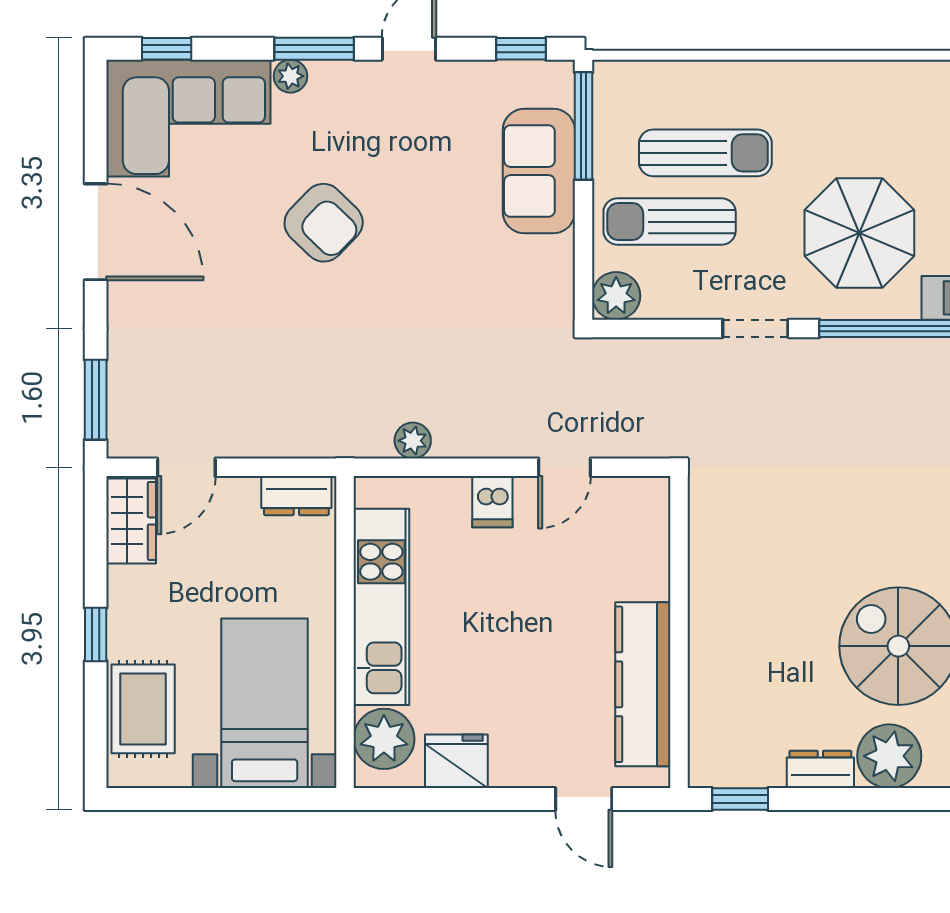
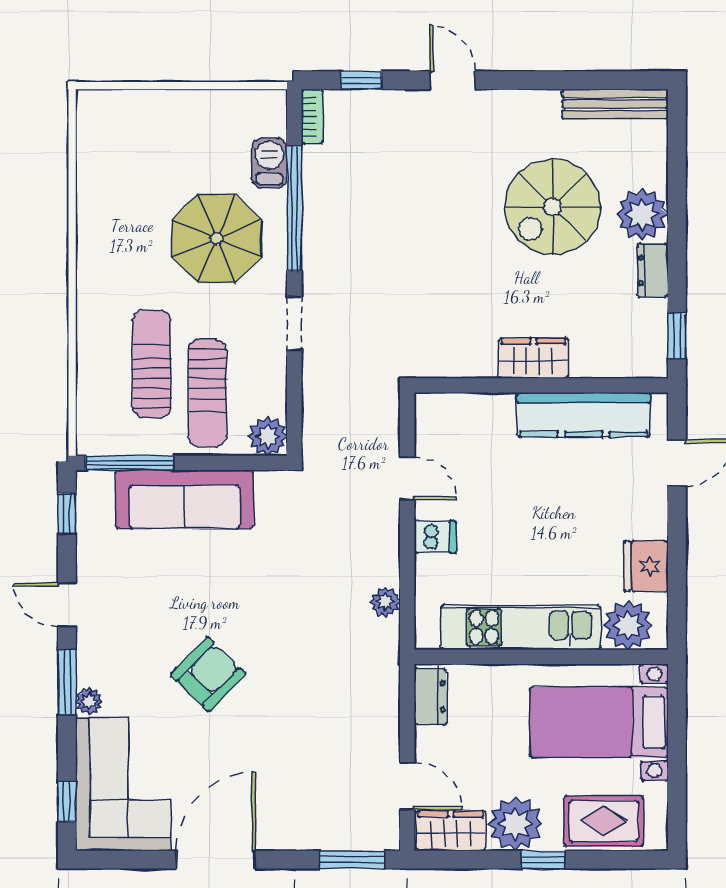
sofa: (539, 171) -> (185, 499), width x1.36
plant: (140, 600) -> (515, 824), added
wardrobe: (712, 623) -> (533, 358), added

